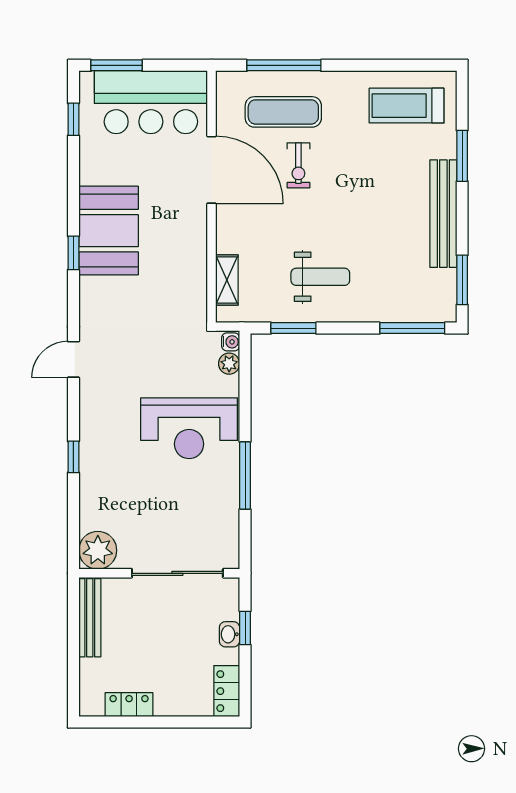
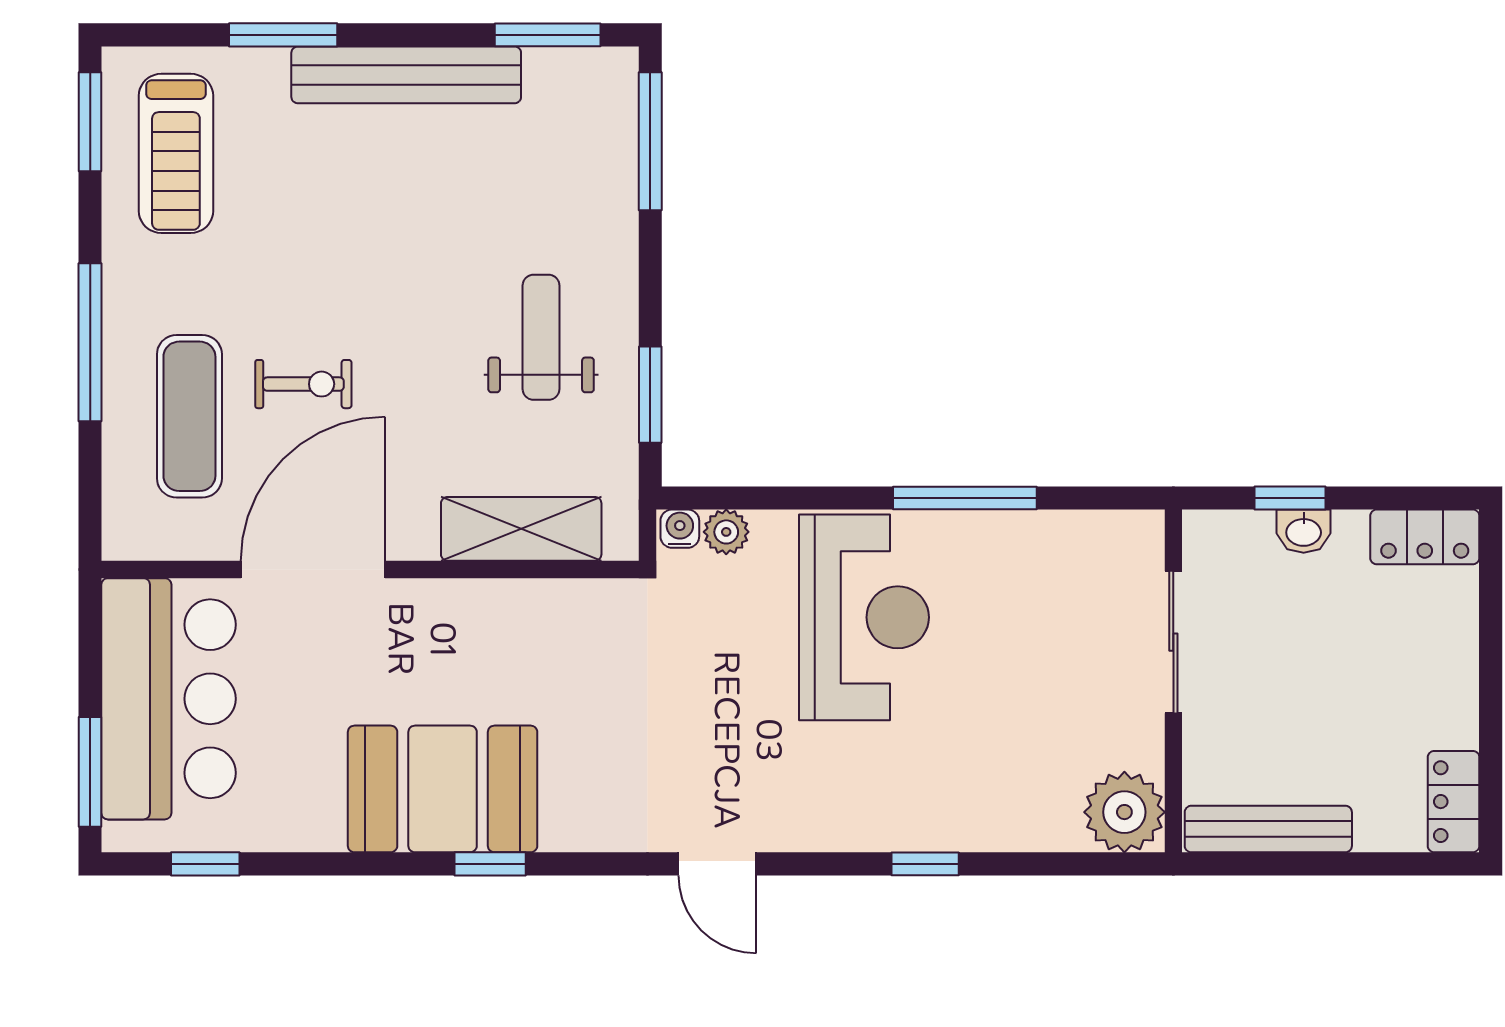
window: (284, 65) -> (90, 342), moved
window: (421, 65) -> (90, 122), added
shelving: (227, 280) -> (521, 529), width x1.50, depth x1.33
sliding door: (177, 573) -> (1173, 642), width x0.73
locker: (129, 705) -> (1454, 802), moved

